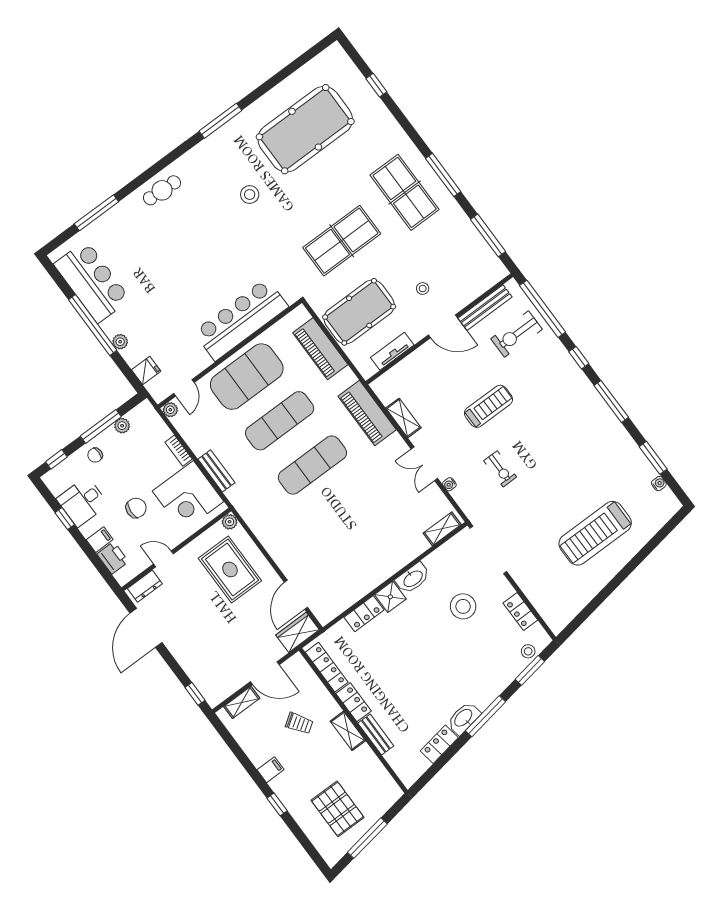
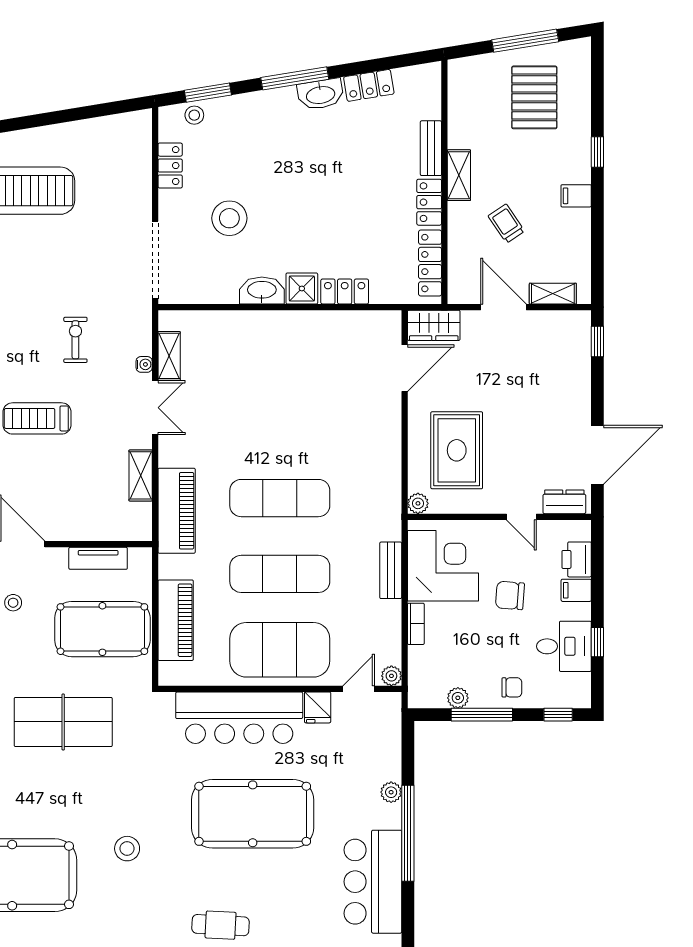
pool table: (192, 269) -> (253, 814), added
fridge: (146, 371) -> (318, 707), moved, turned -90
shelving: (442, 529) -> (169, 356), moved, turned 90

